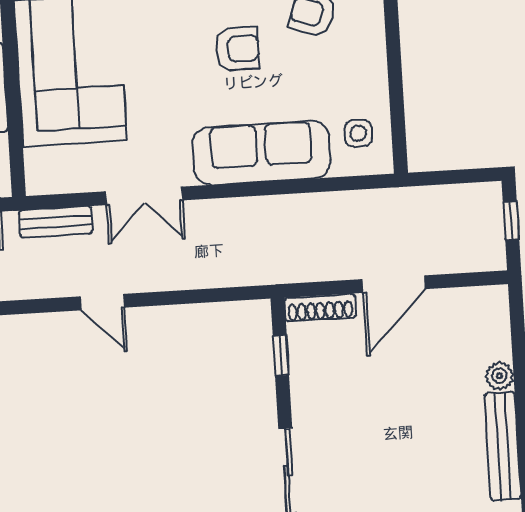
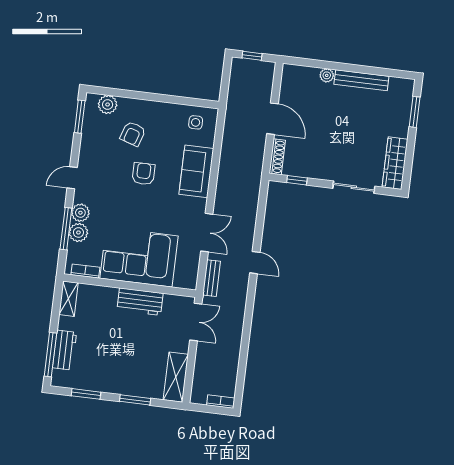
sofa: (261, 153) -> (196, 171), width x0.73
door: (102, 302) -> (255, 263), hinge flipped

